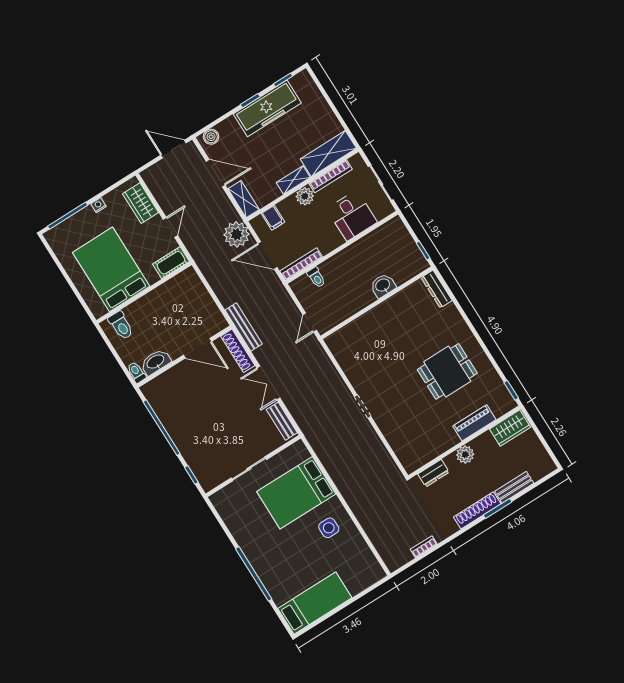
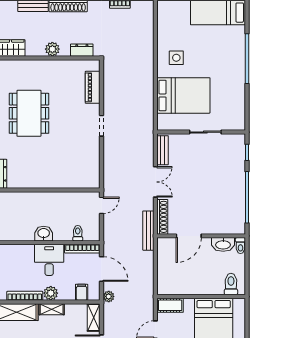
desk: (352, 216) -> (49, 260), moved
plant: (237, 234) -> (109, 296), width x0.53, depth x0.53
washbasin: (383, 286) -> (44, 234), moved, turned 180
door: (197, 348) -> (189, 236), swing flipped
dining table: (447, 371) -> (29, 113), width x1.37
piano: (474, 423) -> (93, 87), moved, turned 90

